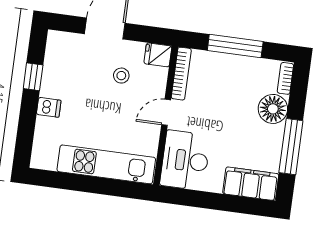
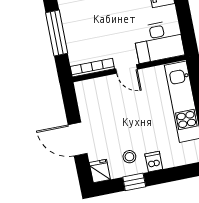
fridge: (158, 55) -> (100, 171), moved, turned 180
stool: (121, 76) -> (129, 157), moved

